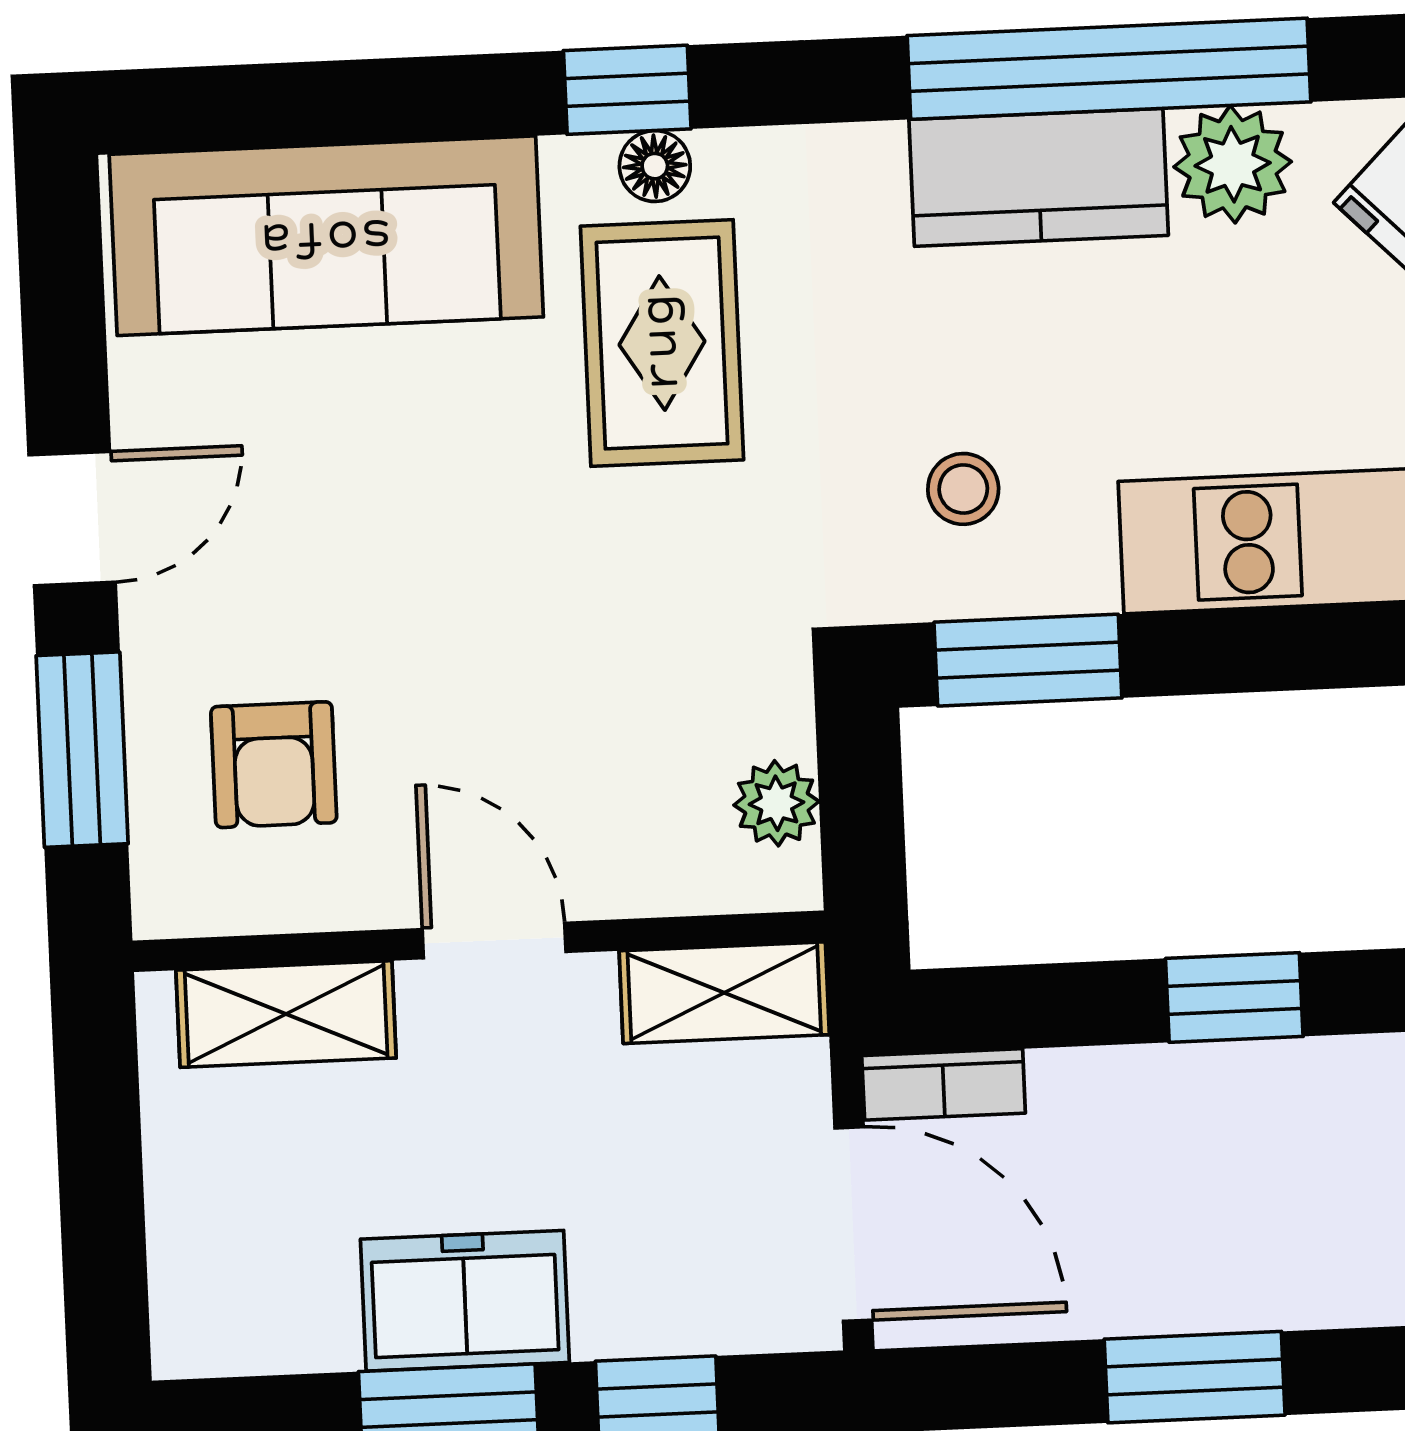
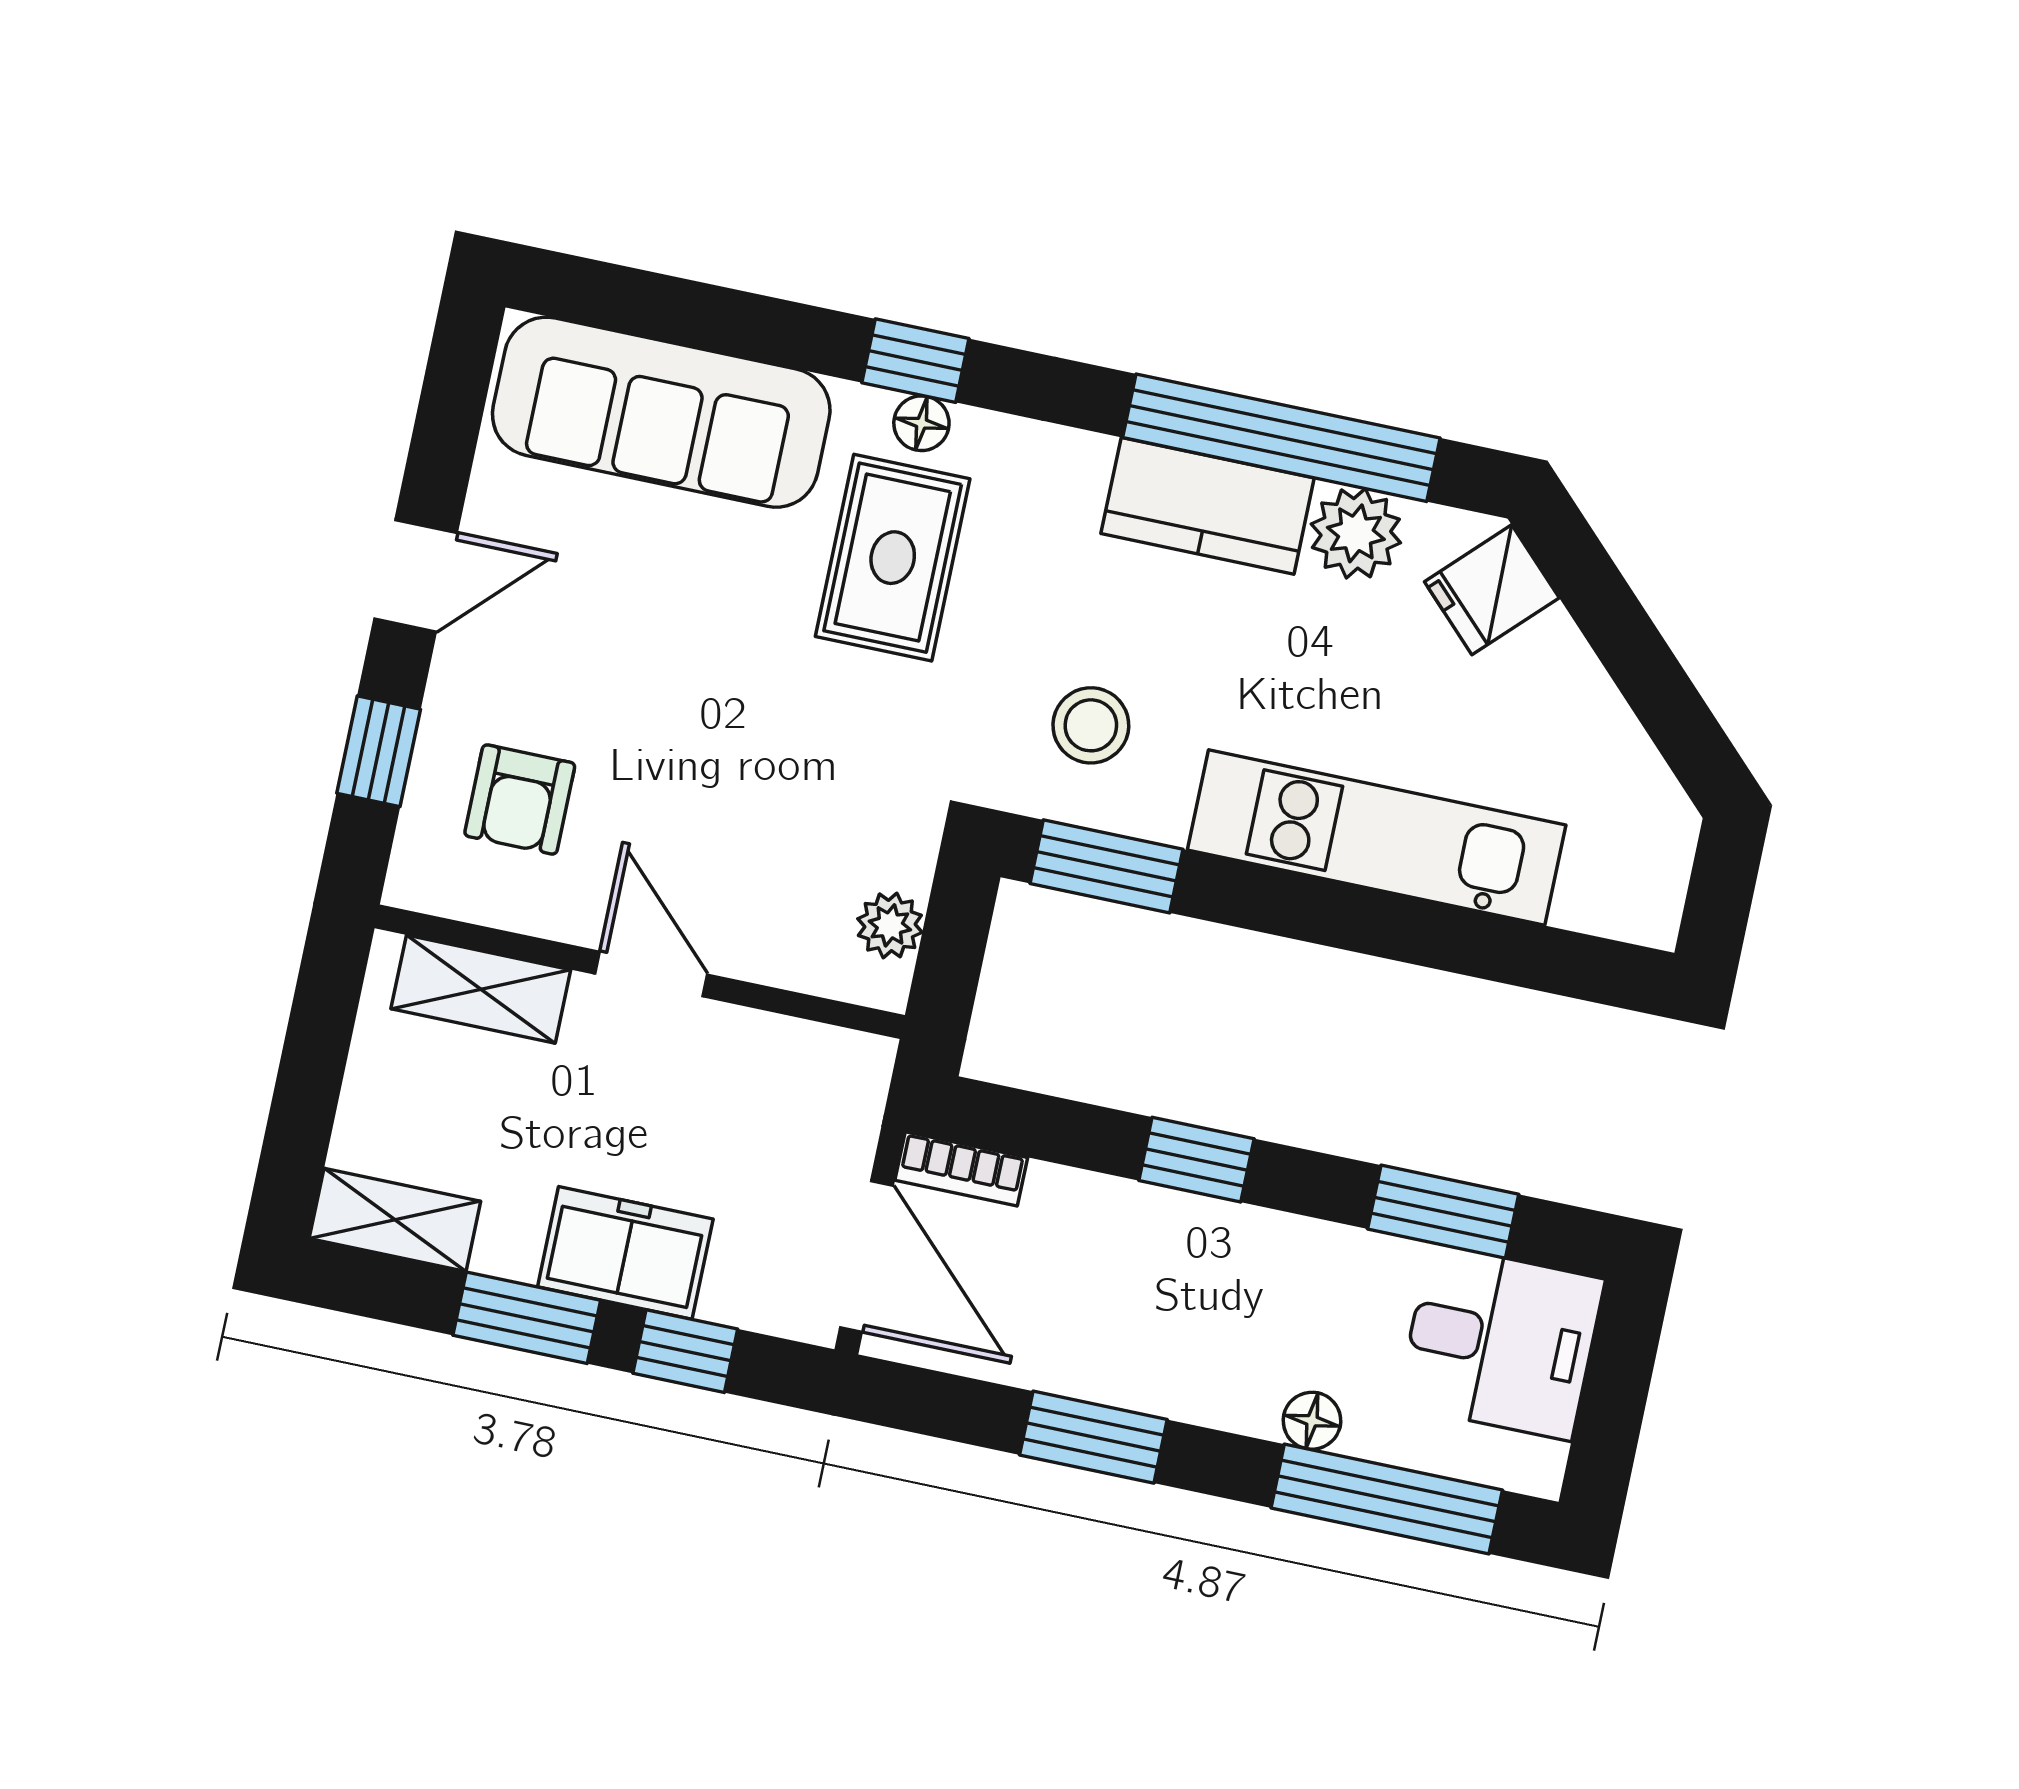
stool: (963, 489) -> (1091, 725), width x1.37, depth x1.37
window: (82, 750) -> (379, 751), width x0.67
shelving: (724, 993) -> (395, 1220), moved
freezer: (465, 1301) -> (625, 1253), moved

